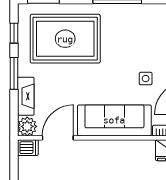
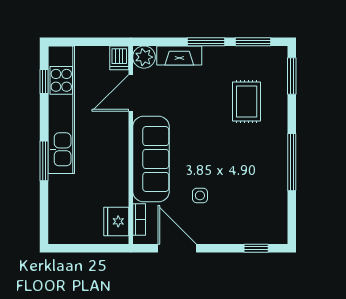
window: (14, 33) -> (253, 42), width x1.50
rug: (65, 39) -> (247, 101), width x0.54, depth x0.49
door: (58, 138) -> (131, 93), swing flipped

